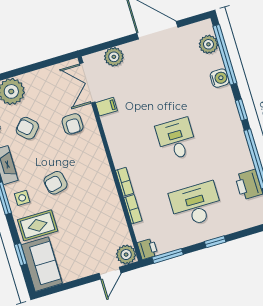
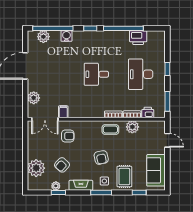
coffee table: (101, 184) -> (110, 130), added
printer: (147, 249) -> (148, 113), moved
plant: (126, 255) -> (132, 127), moved
sofa: (42, 264) -> (156, 170), moved, turned -90

